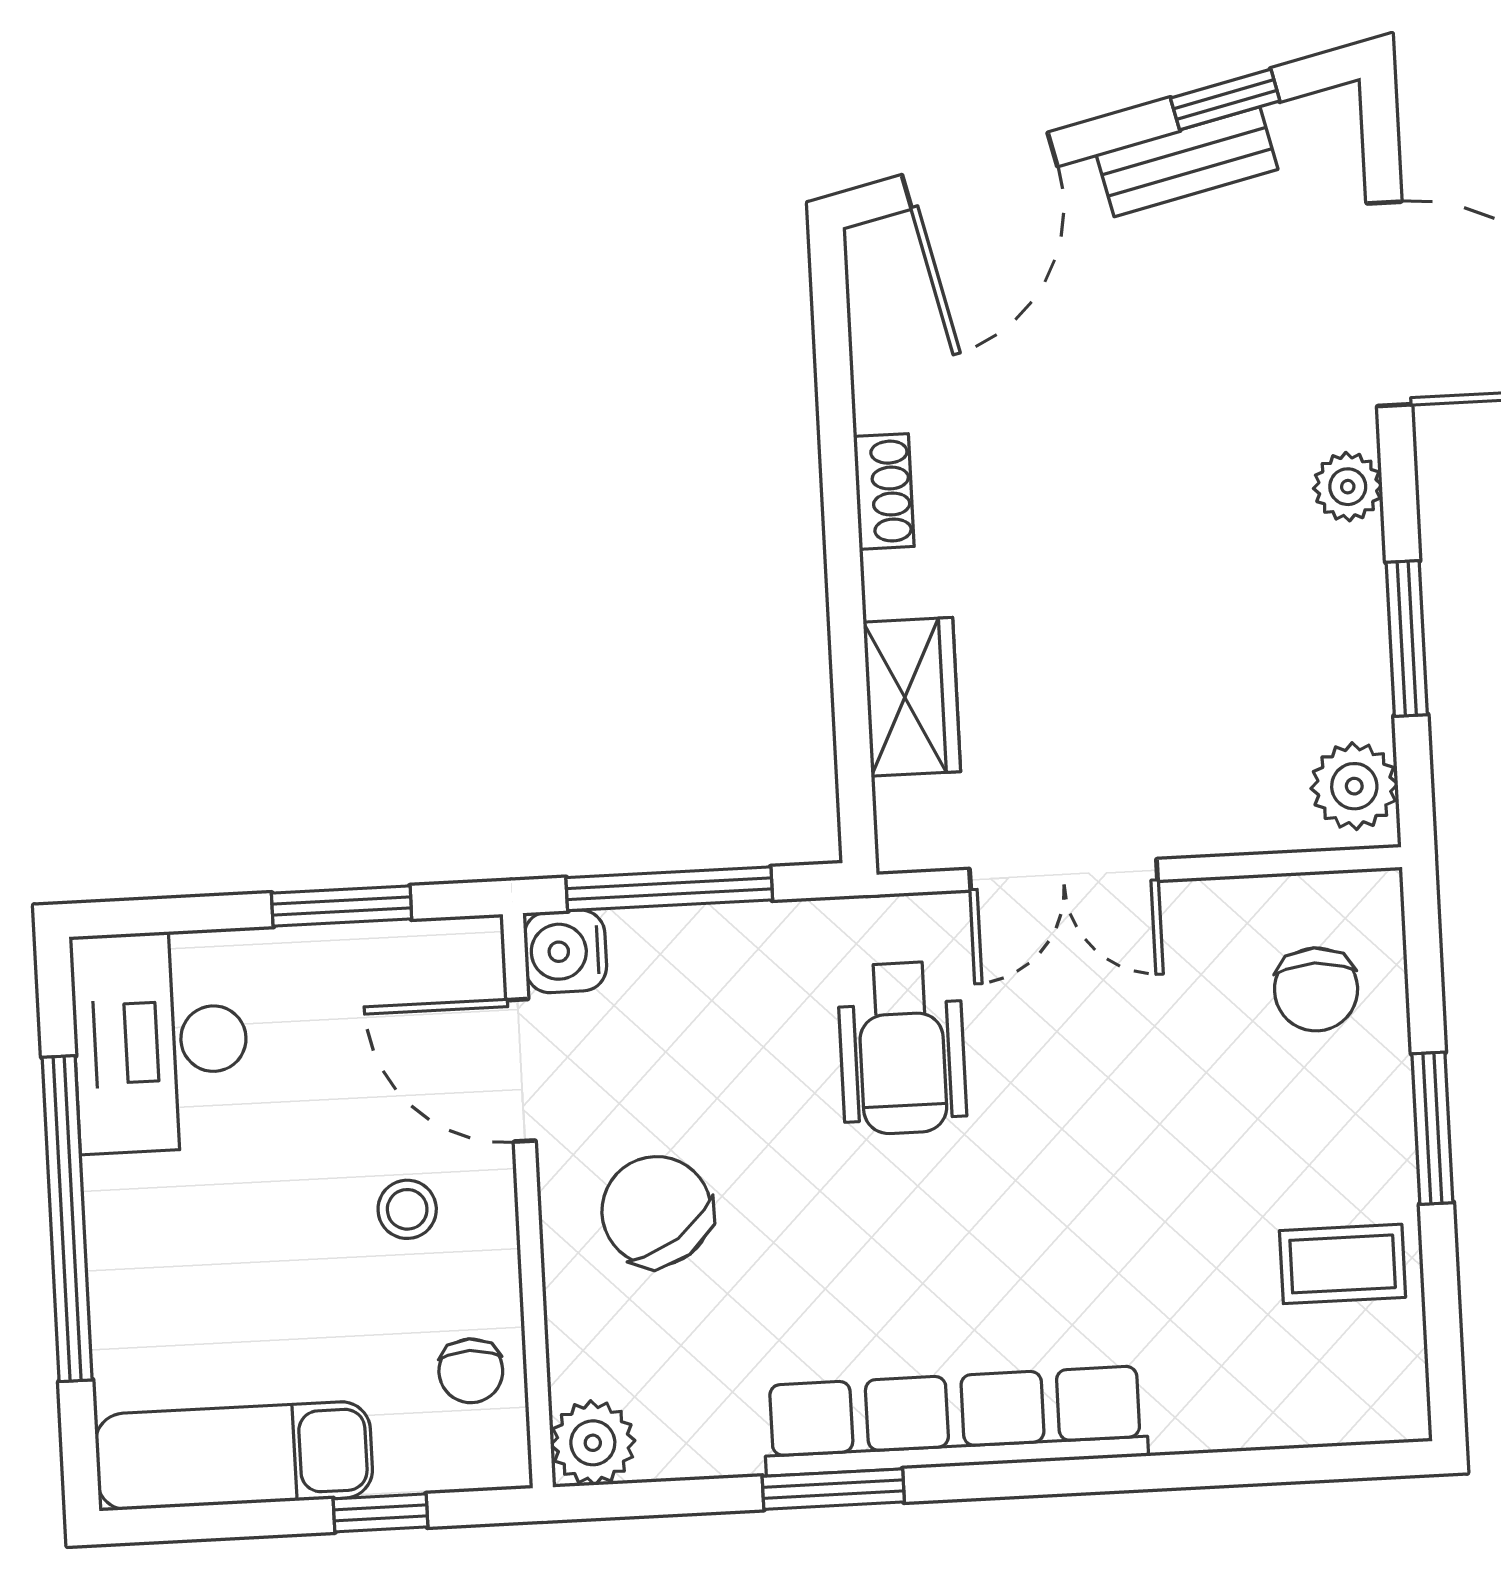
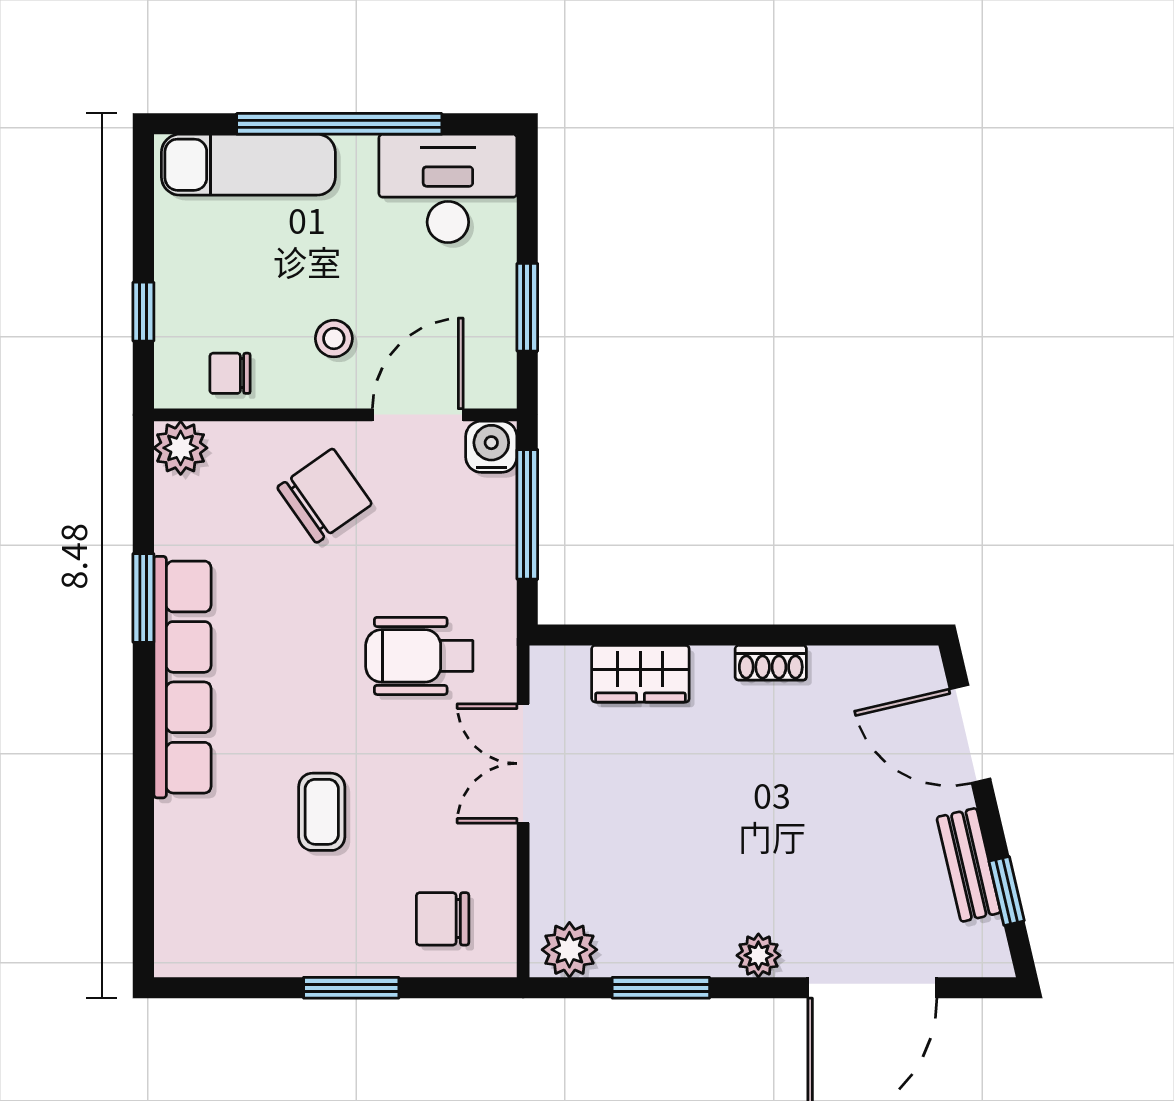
coffee table: (1343, 1264) -> (322, 812), moved
exam couch: (234, 1456) -> (248, 165), moved, turned 90

